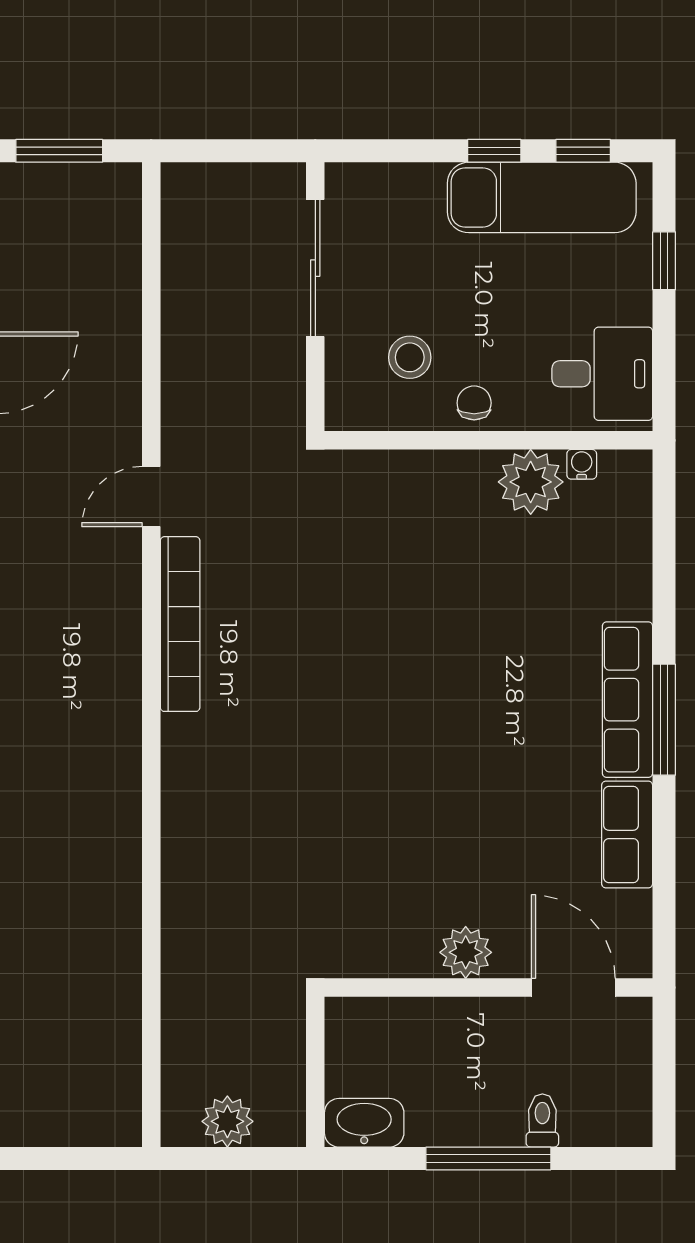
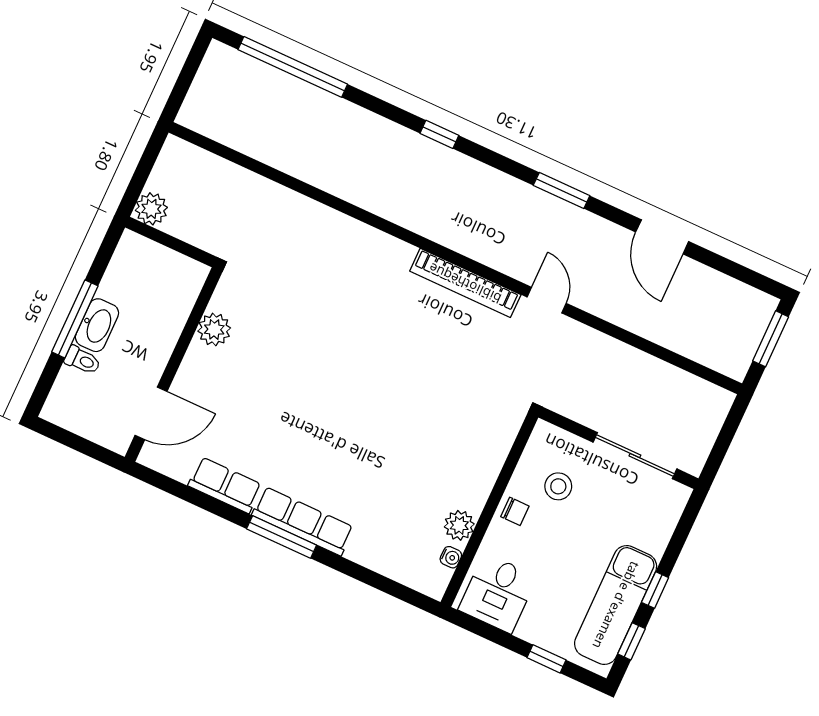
plant: (531, 482) -> (459, 525), width x0.73, depth x0.73
plant: (466, 952) -> (214, 329), moved
plant: (227, 1121) -> (151, 209), moved
washbasin: (364, 1123) -> (97, 325), moved

